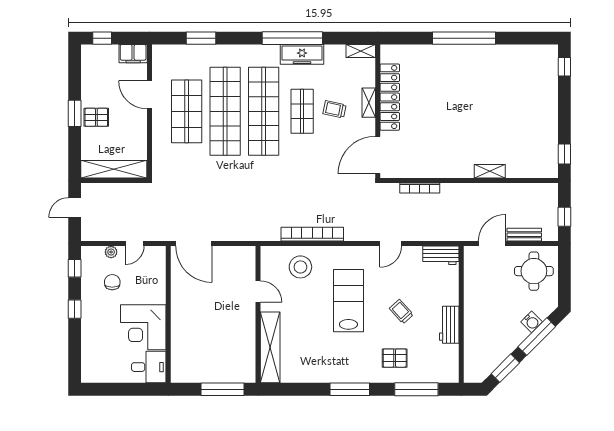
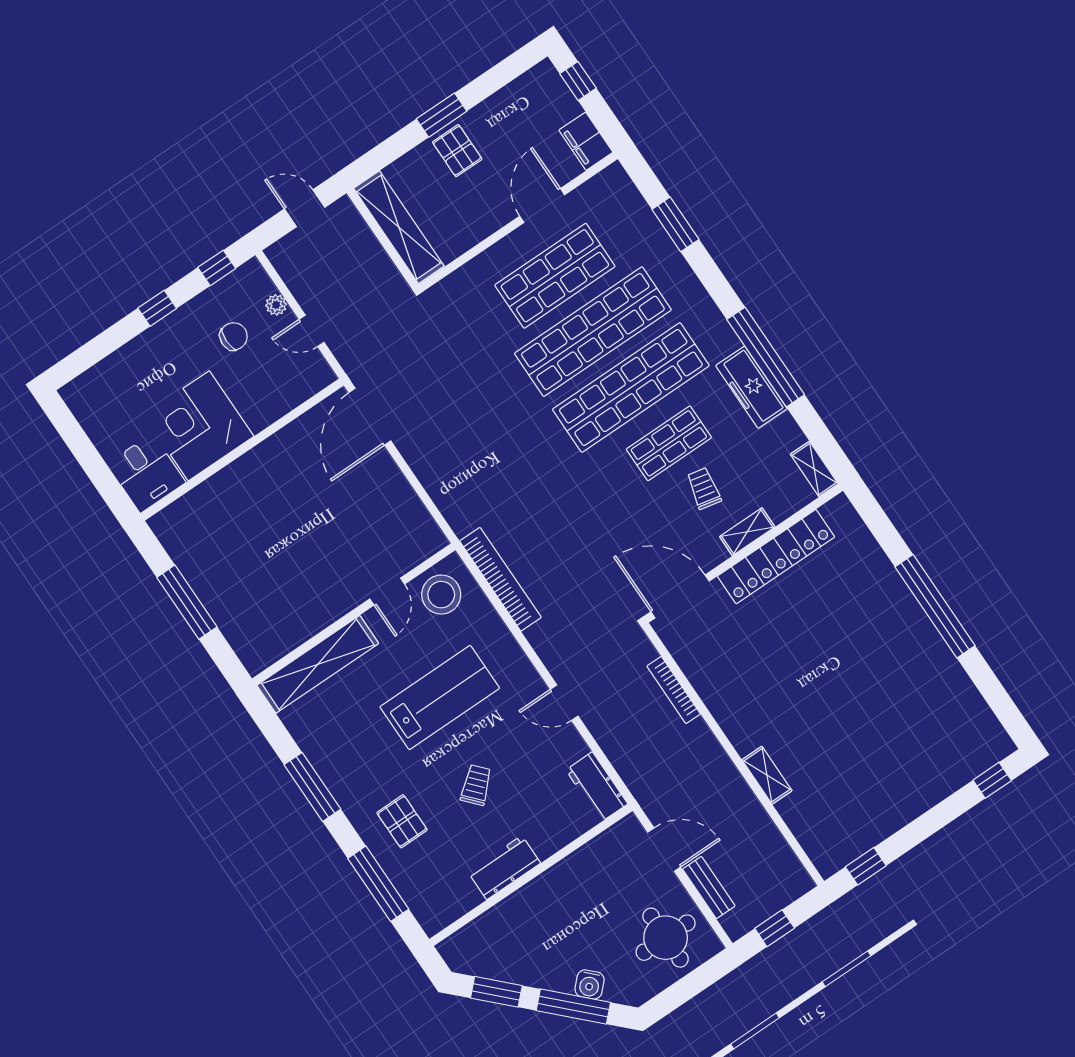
door: (258, 291) -> (387, 592), moved
wall: (258, 314) -> (354, 614), moved
shelving: (270, 347) -> (318, 664), moved

